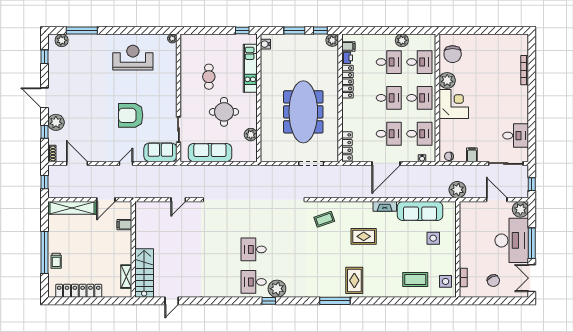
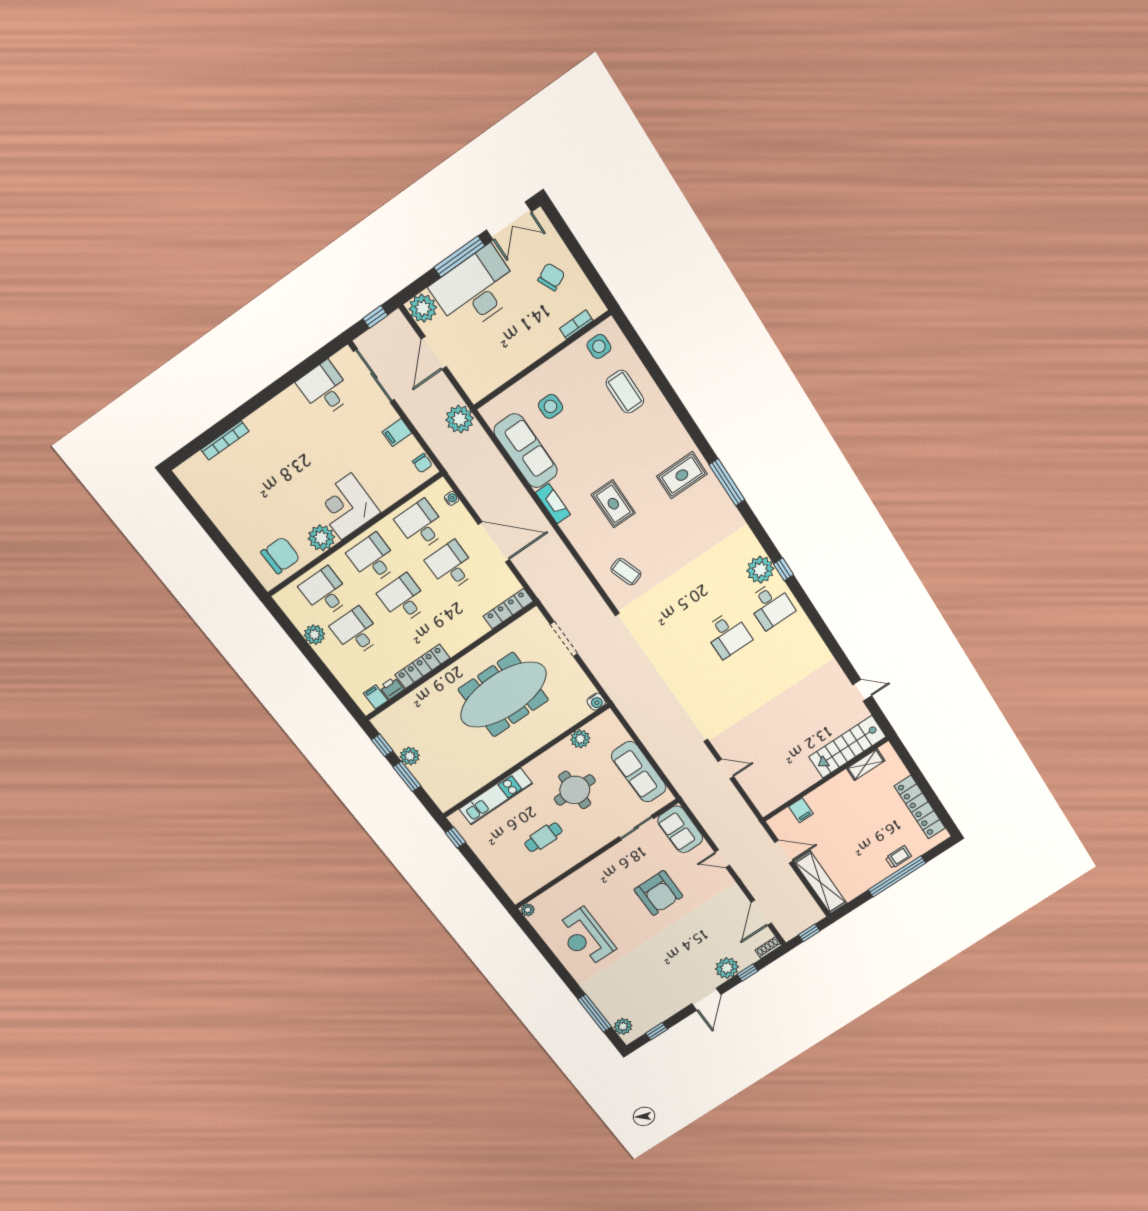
plant: (332, 40) -> (410, 756), moved
water cooler: (265, 44) -> (596, 702), moved

